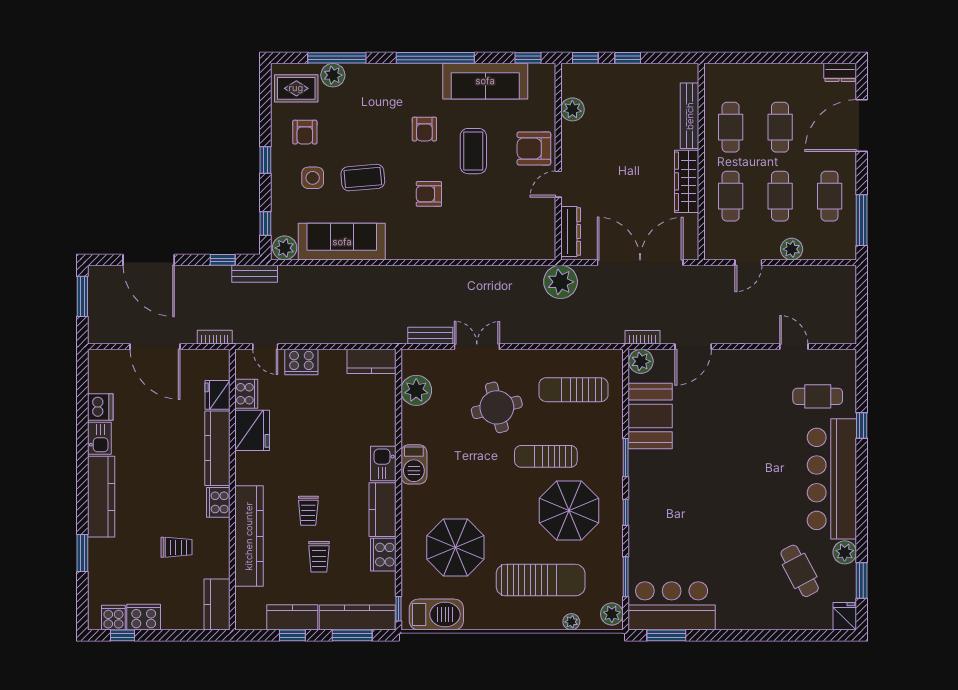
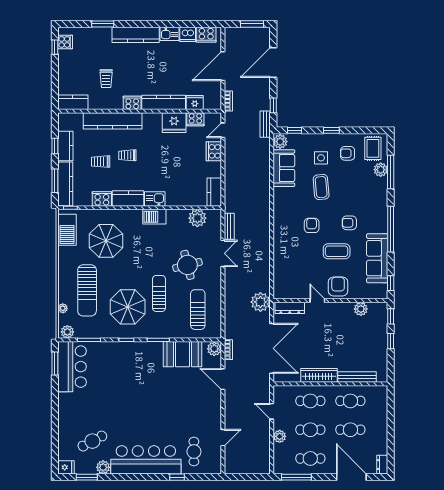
sofa: (342, 242) -> (284, 168), width x0.73
cooker: (144, 617) -> (206, 35), moved, turned 90

